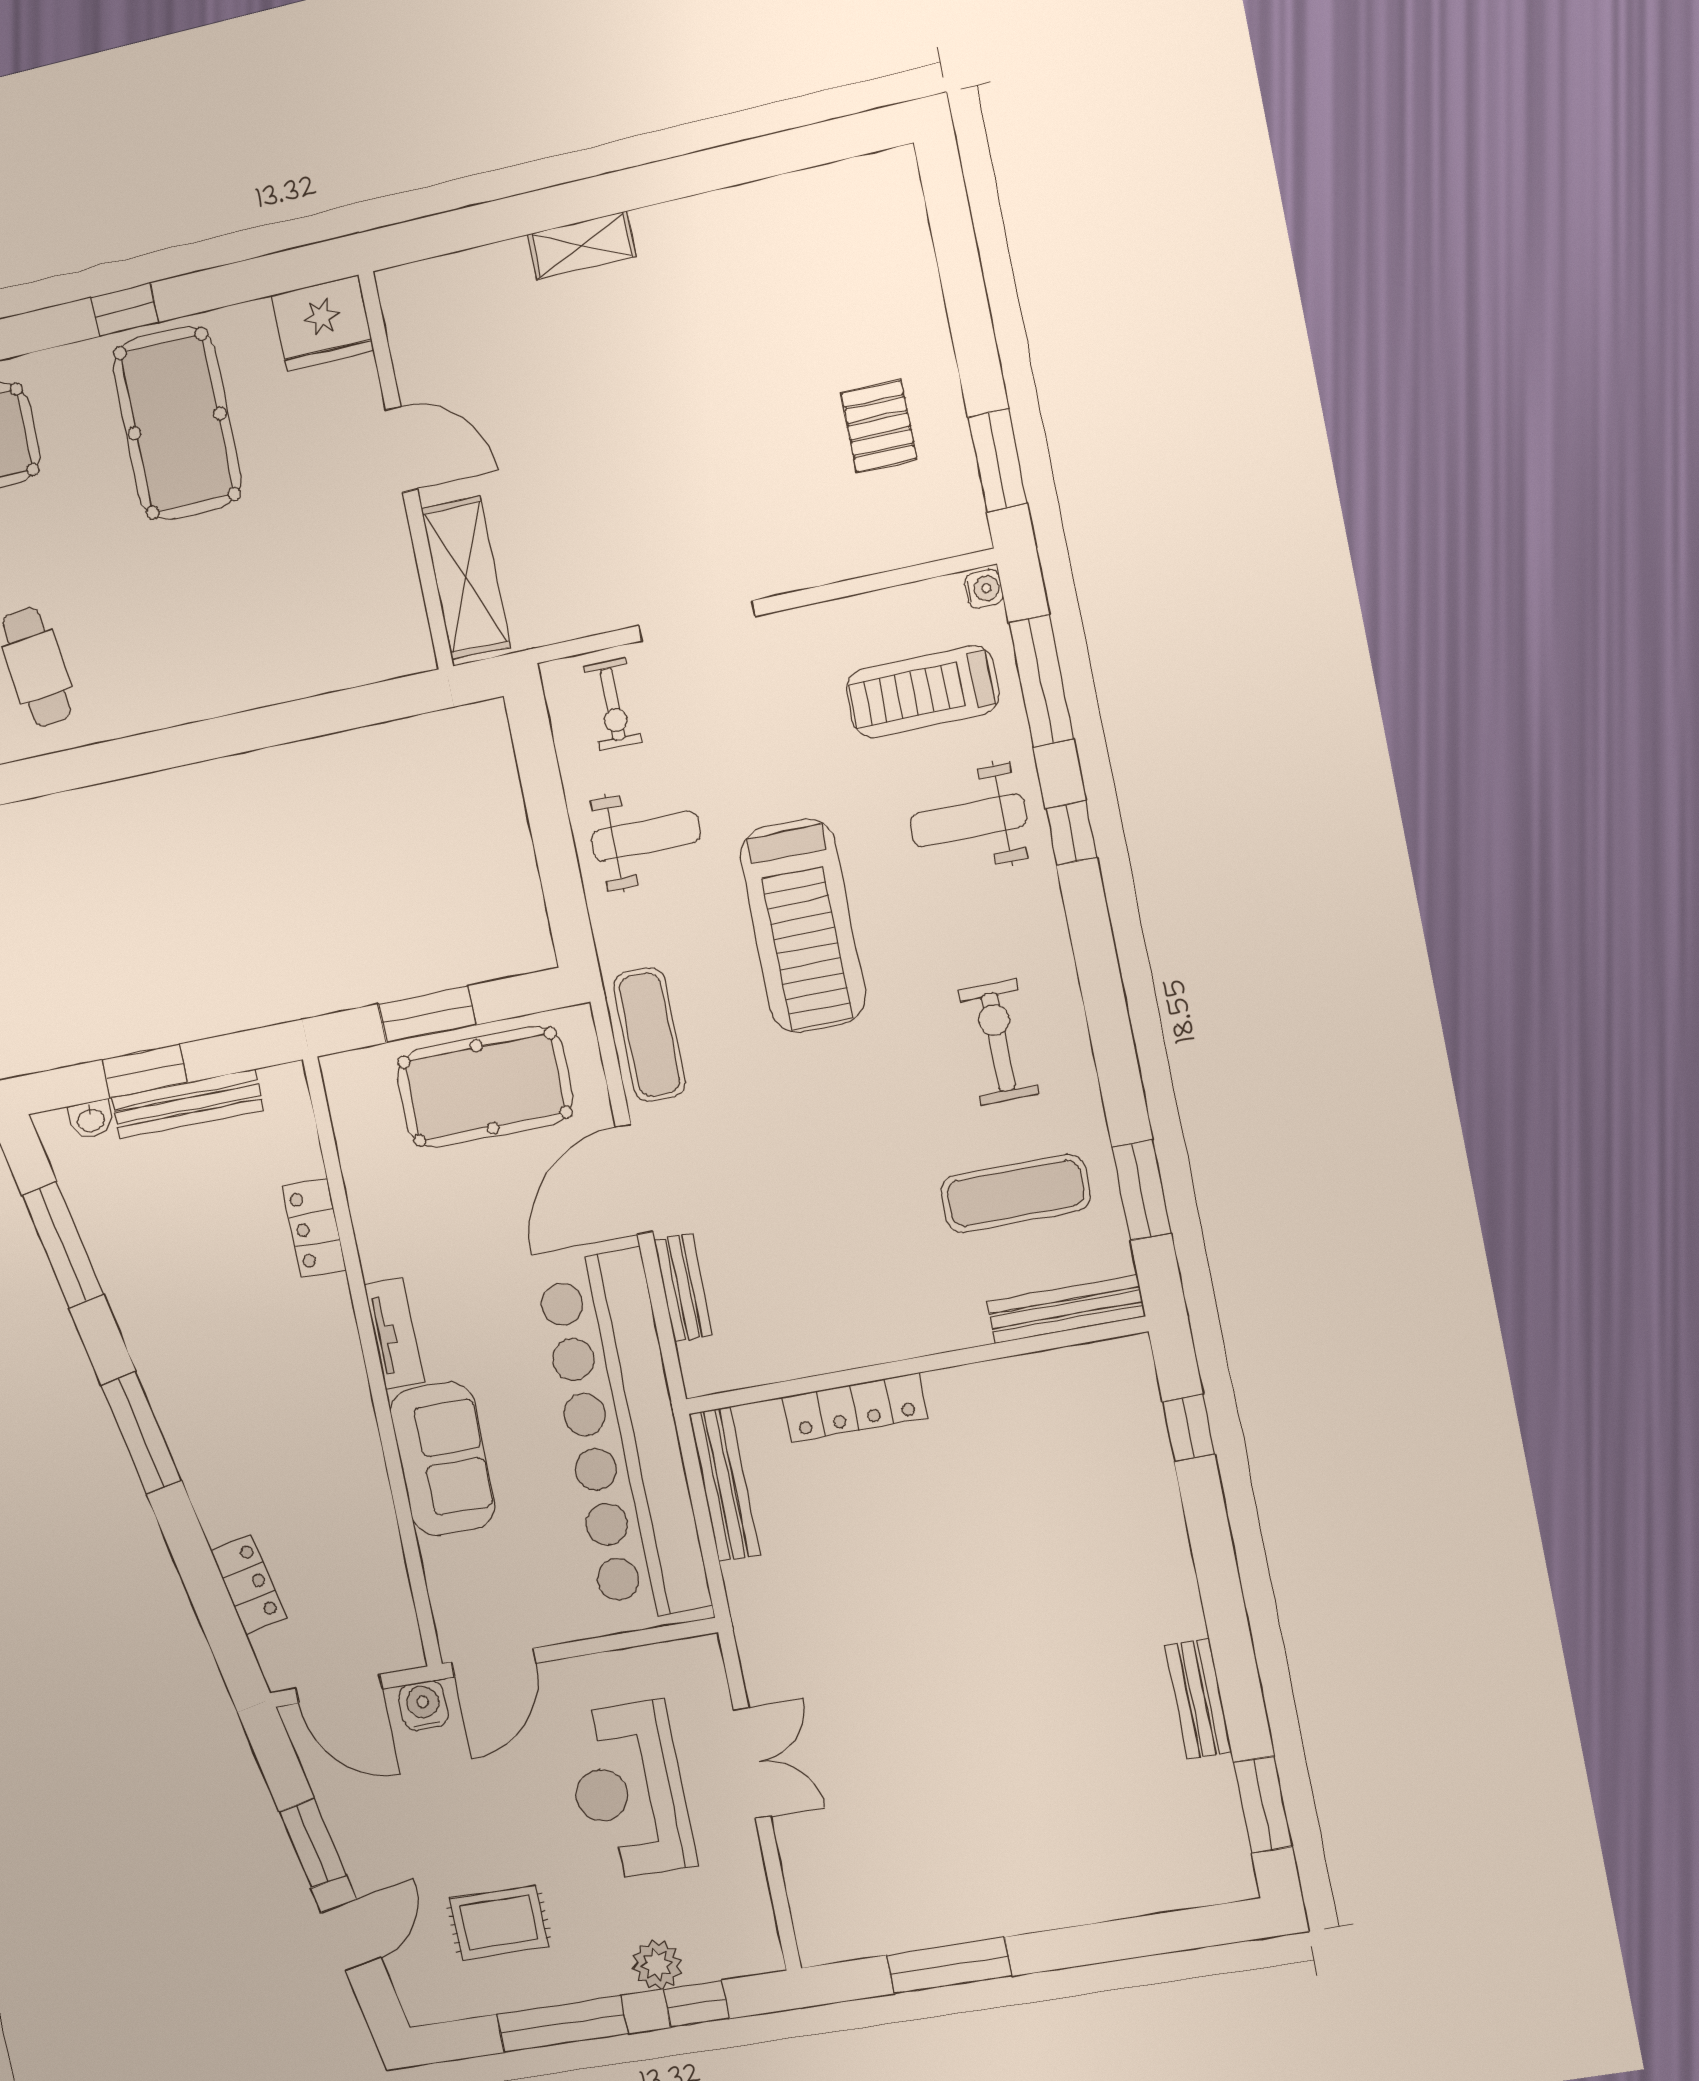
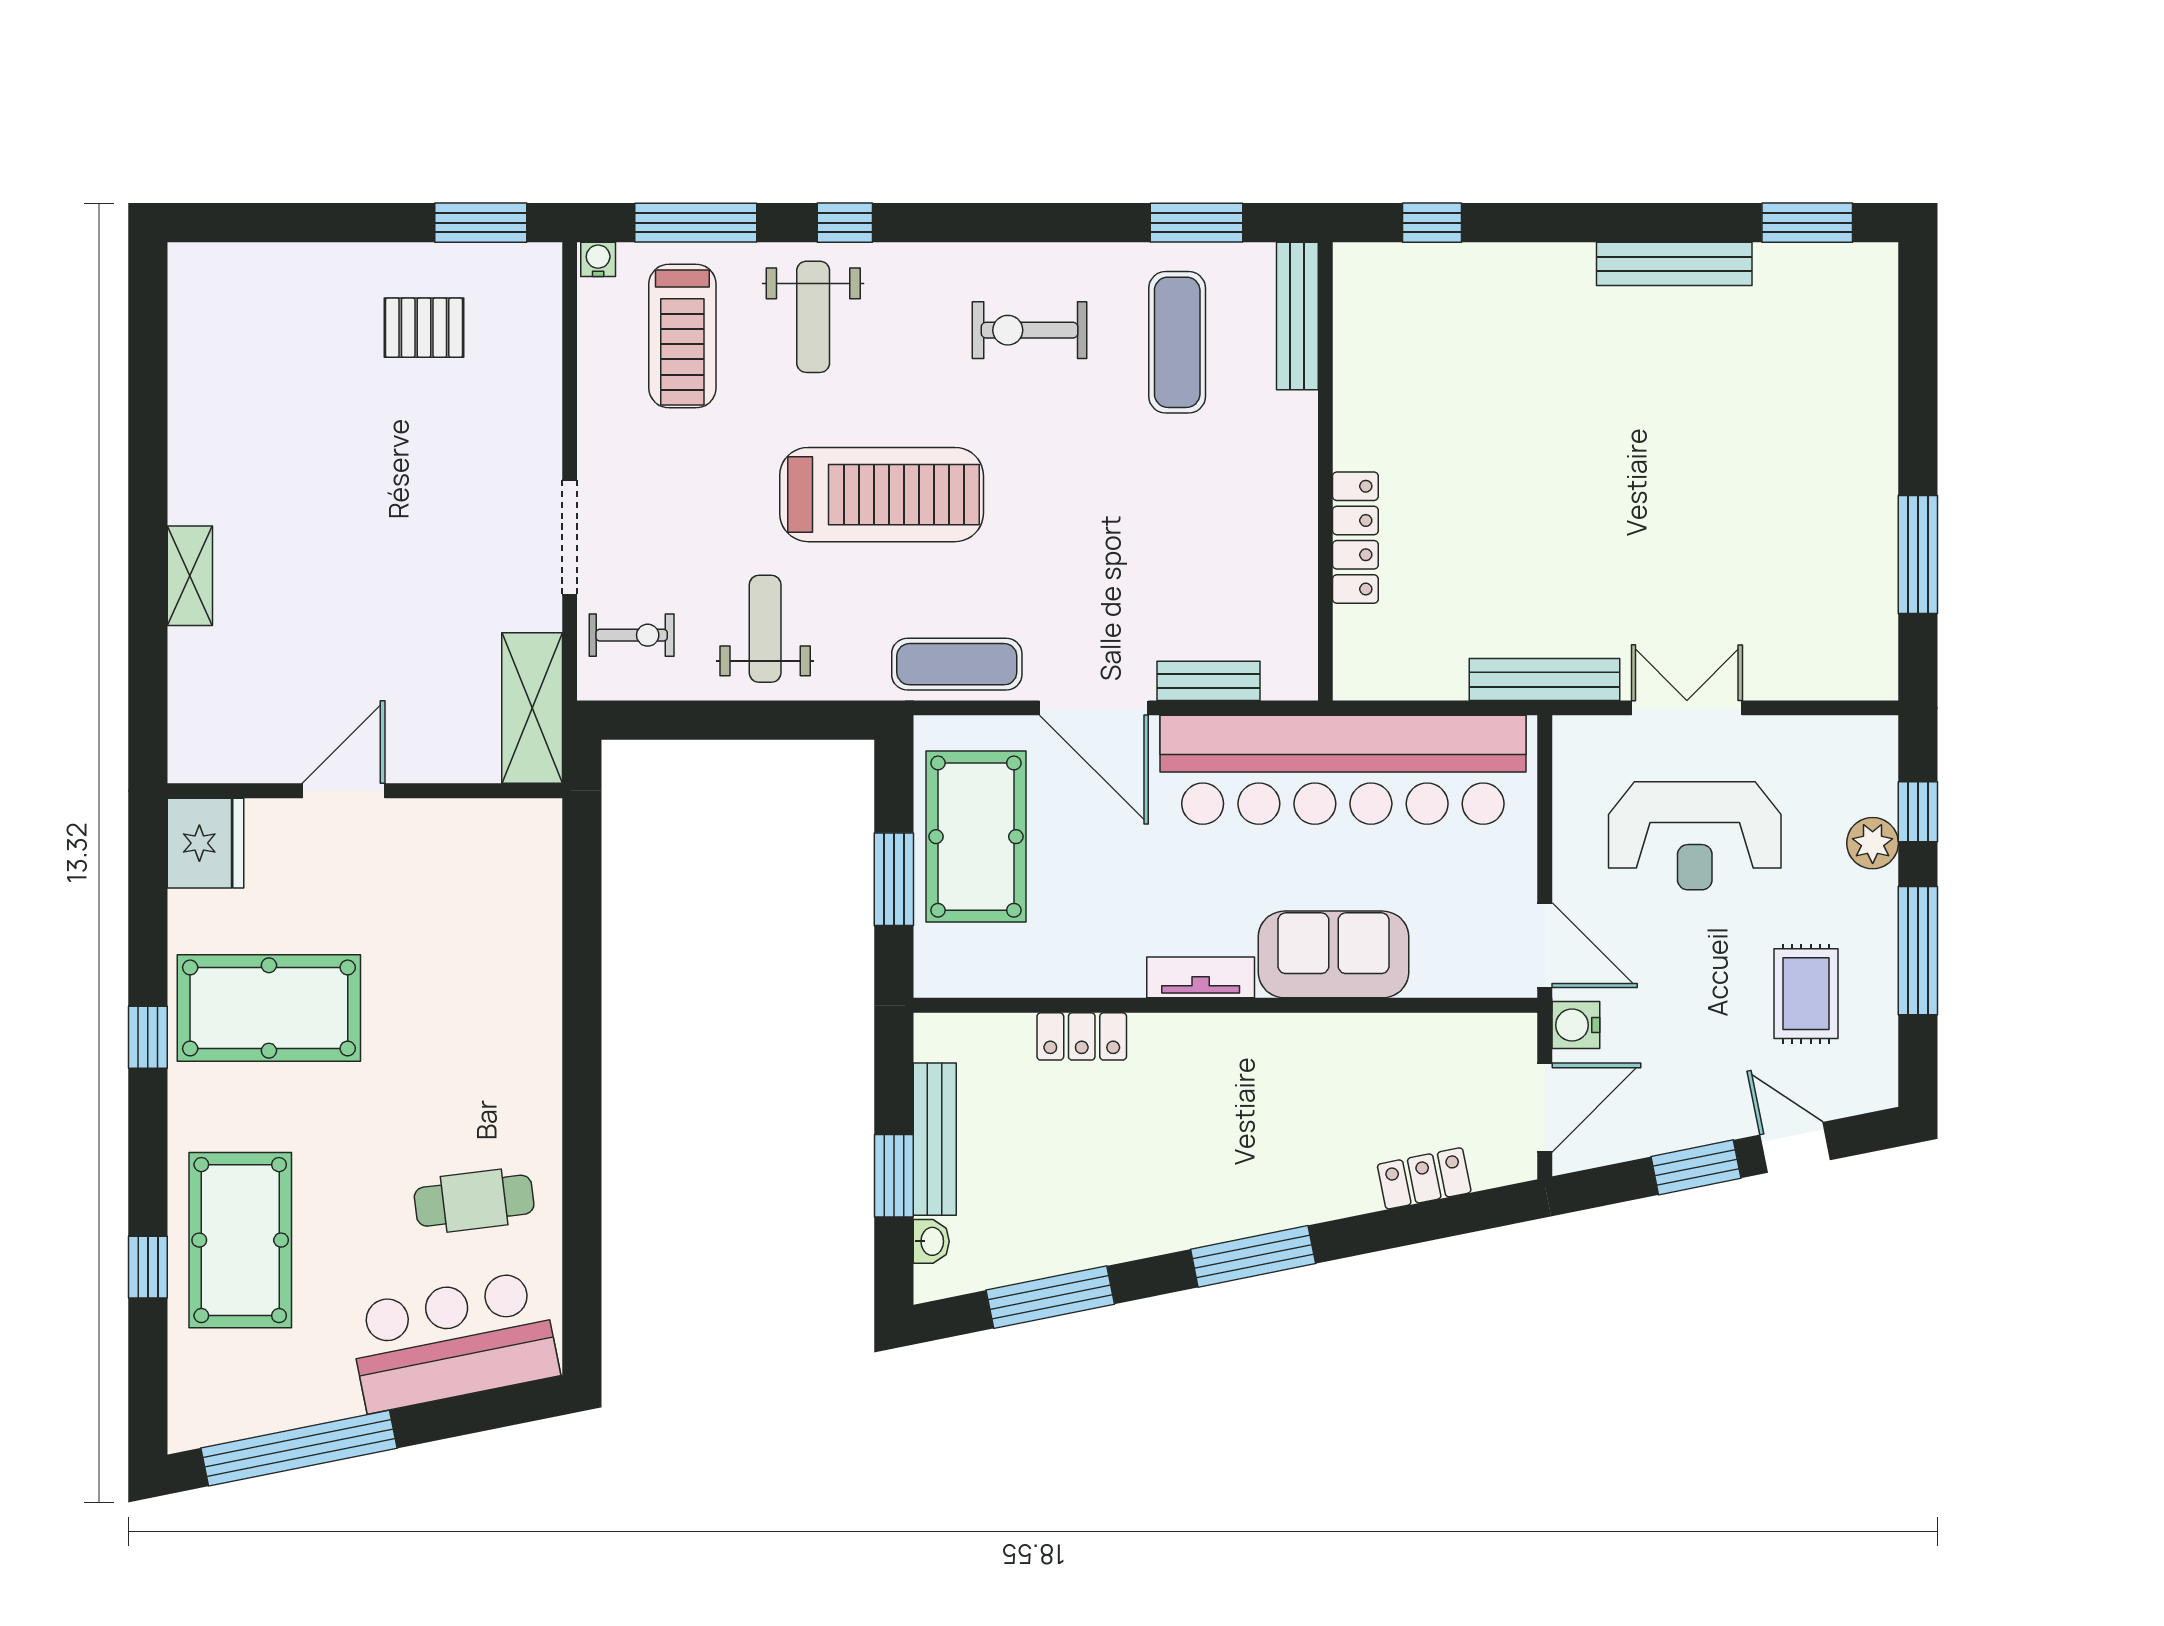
shelving: (466, 578) -> (532, 708), moved, turned 90
bench: (724, 1484) -> (1545, 680), moved
bench: (1198, 1699) -> (1674, 264), width x1.36

